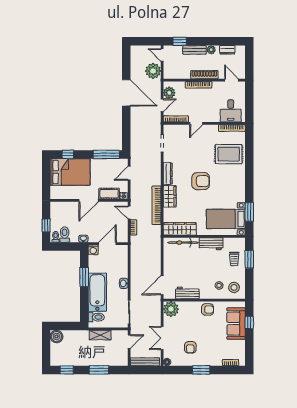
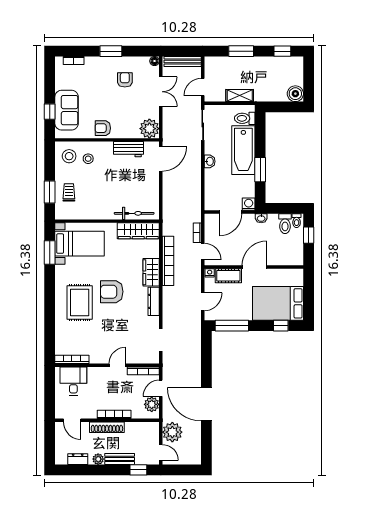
rug: (229, 154) -> (80, 303), moved, turned 90
workbench: (211, 244) -> (98, 212), removed

